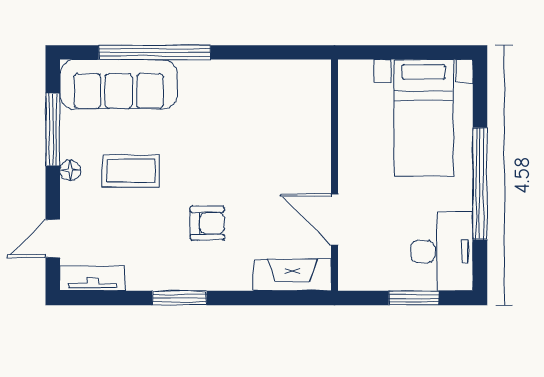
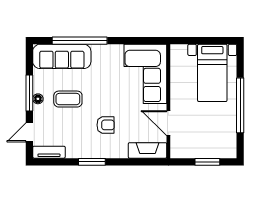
corner sofa: (288, 120) -> (145, 74), added
window: (53, 130) -> (29, 93), moved
desk: (442, 251) -> (221, 139), removed

